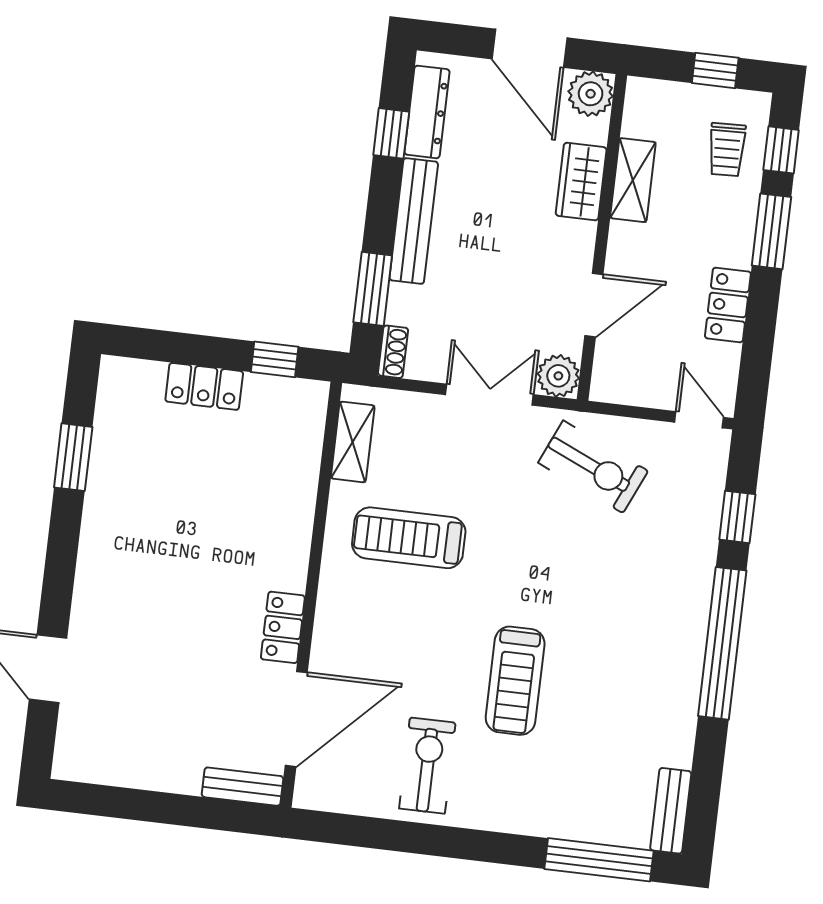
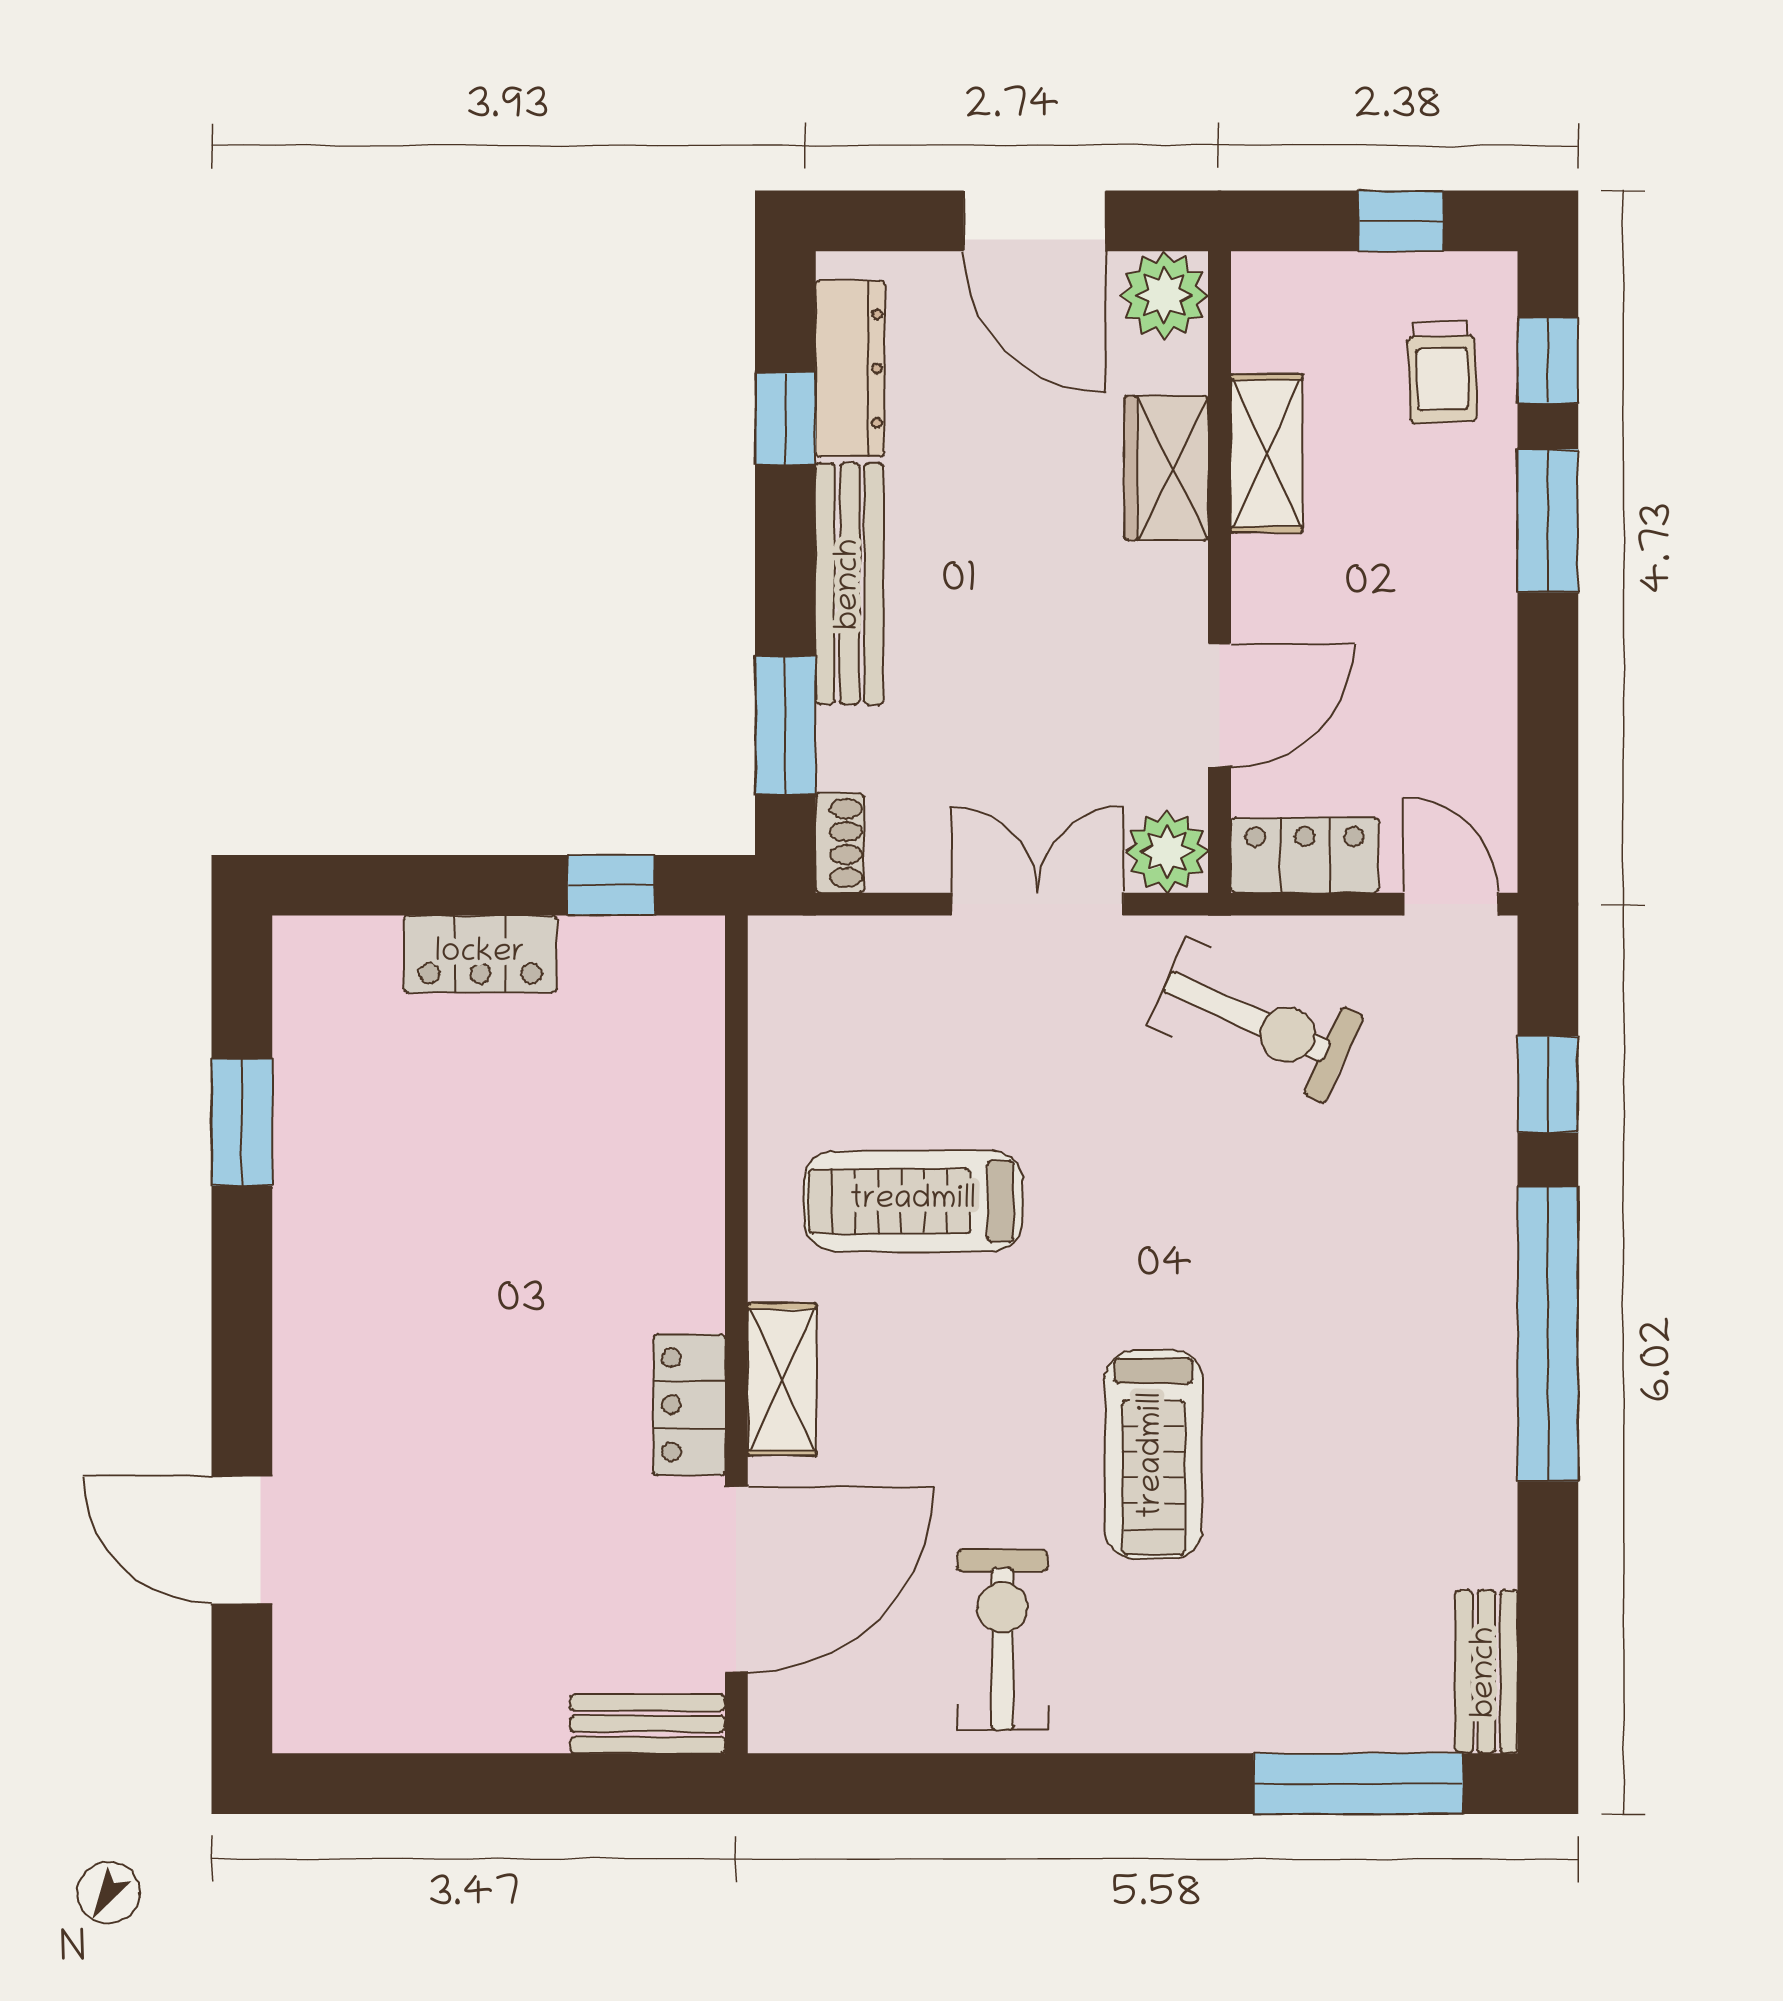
locker: (728, 305) -> (1305, 855), moved, turned 90
shelving: (353, 442) -> (782, 1380), moved

